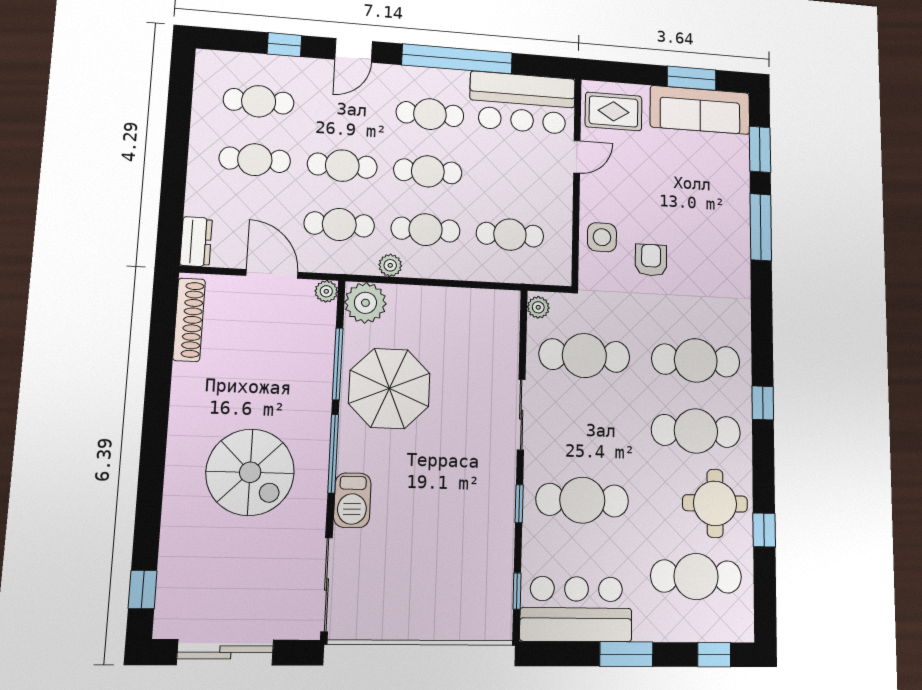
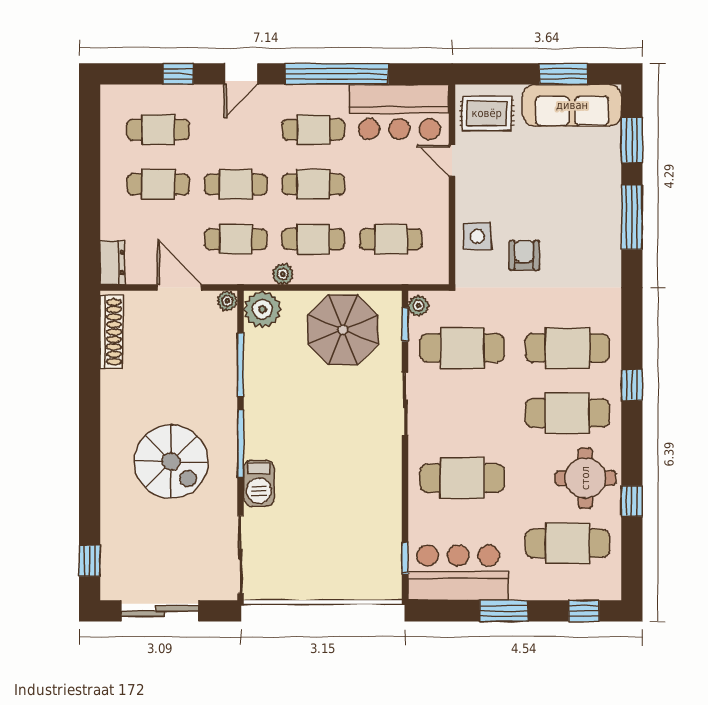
door: (577, 157) -> (452, 161), swing flipped
parasol: (389, 388) -> (343, 330), moved
window: (519, 504) -> (405, 325), moved

